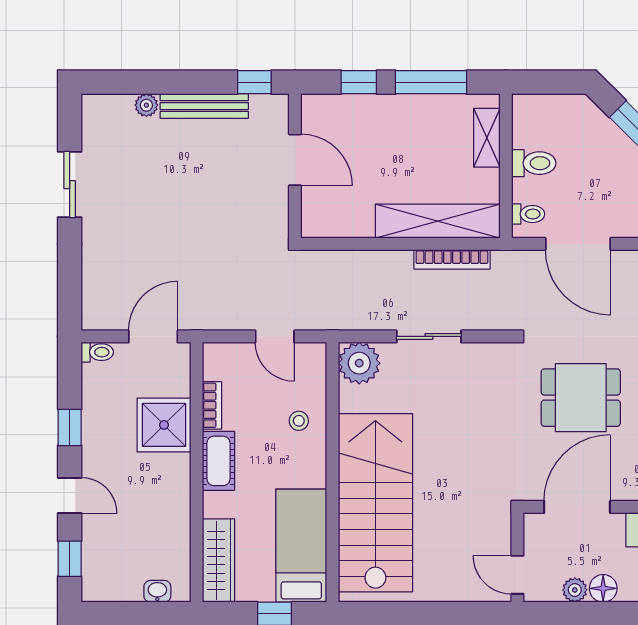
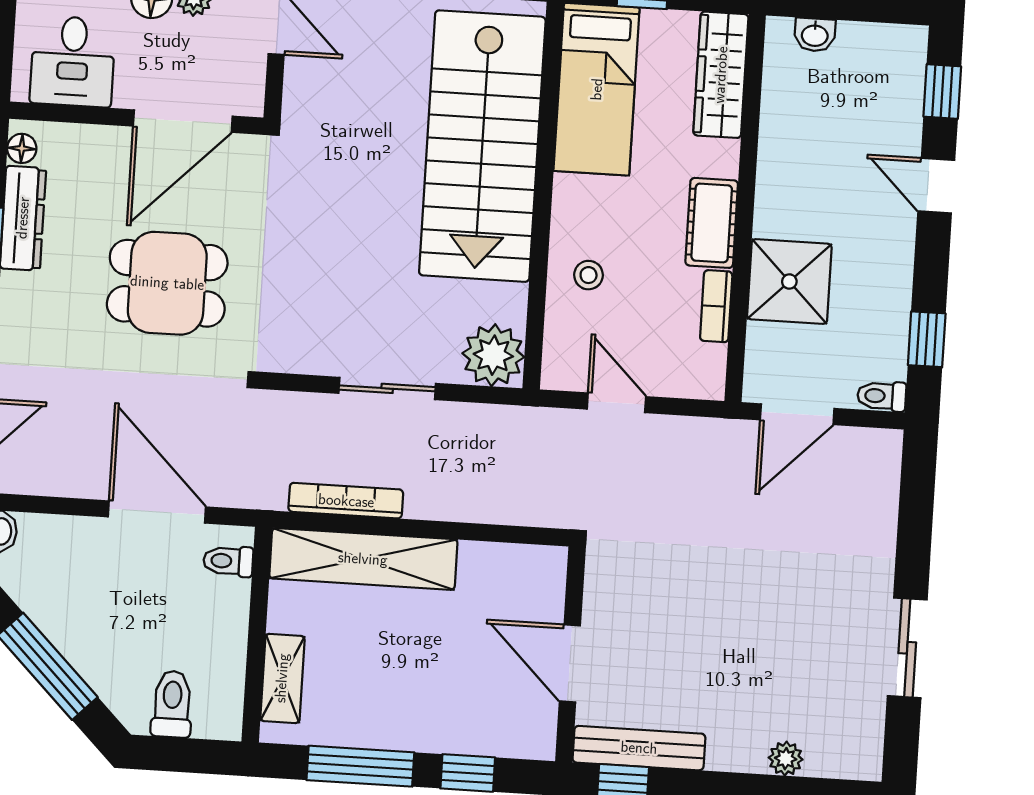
bench: (204, 106) -> (639, 748), moved
toilet: (534, 163) -> (172, 704), moved, turned 90
window: (70, 427) -> (927, 339), moved

